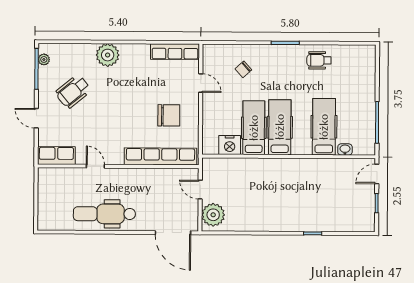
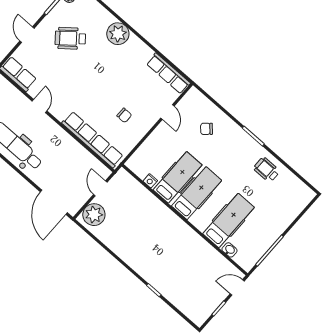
chair: (169, 115) -> (124, 115), width x0.54, depth x0.54
nightstand: (230, 145) -> (150, 181), width x0.53, depth x0.56

